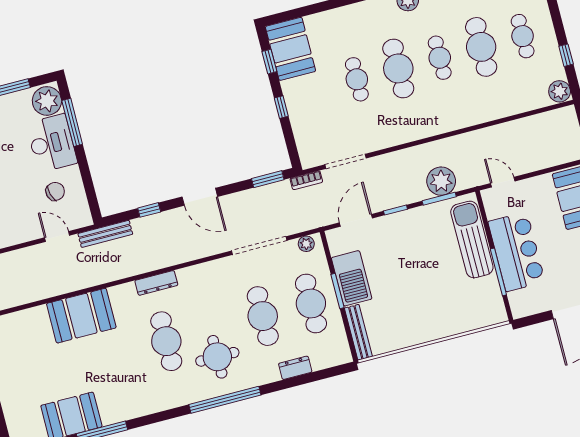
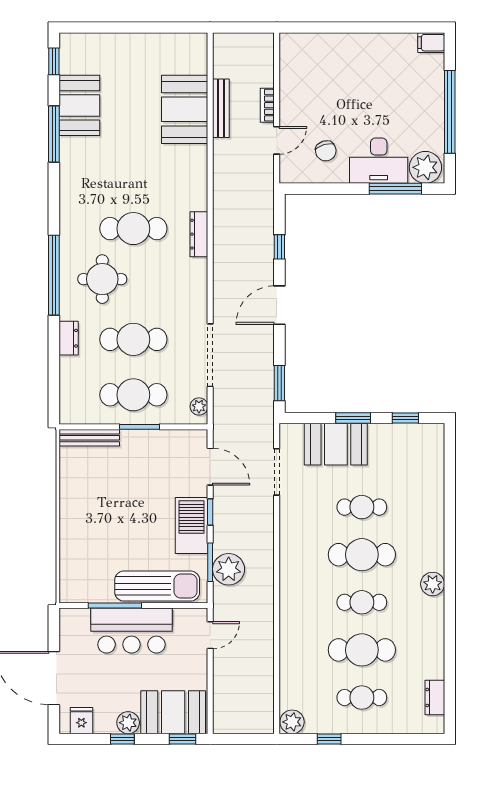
booth: (290, 49) -> (336, 444), moved
window: (281, 107) -> (353, 418), width x1.50
bookcase: (306, 180) -> (267, 105), moved
bench: (105, 234) -> (221, 108), moved
barbecue: (352, 278) -> (192, 525), moved, turned 90
booth: (81, 316) -> (185, 109), moved
dresser: (295, 368) -> (69, 338), moved

